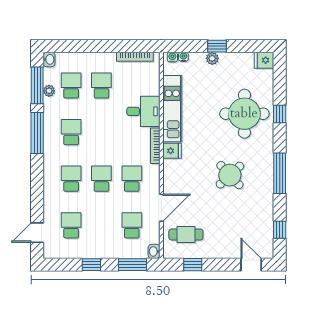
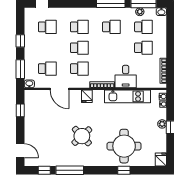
fridge: (172, 151) -> (87, 96), moved
window: (280, 173) -> (70, 170), moved
cafe table: (186, 234) -> (41, 106), removed
door: (251, 265) -> (20, 151), hinge flipped

